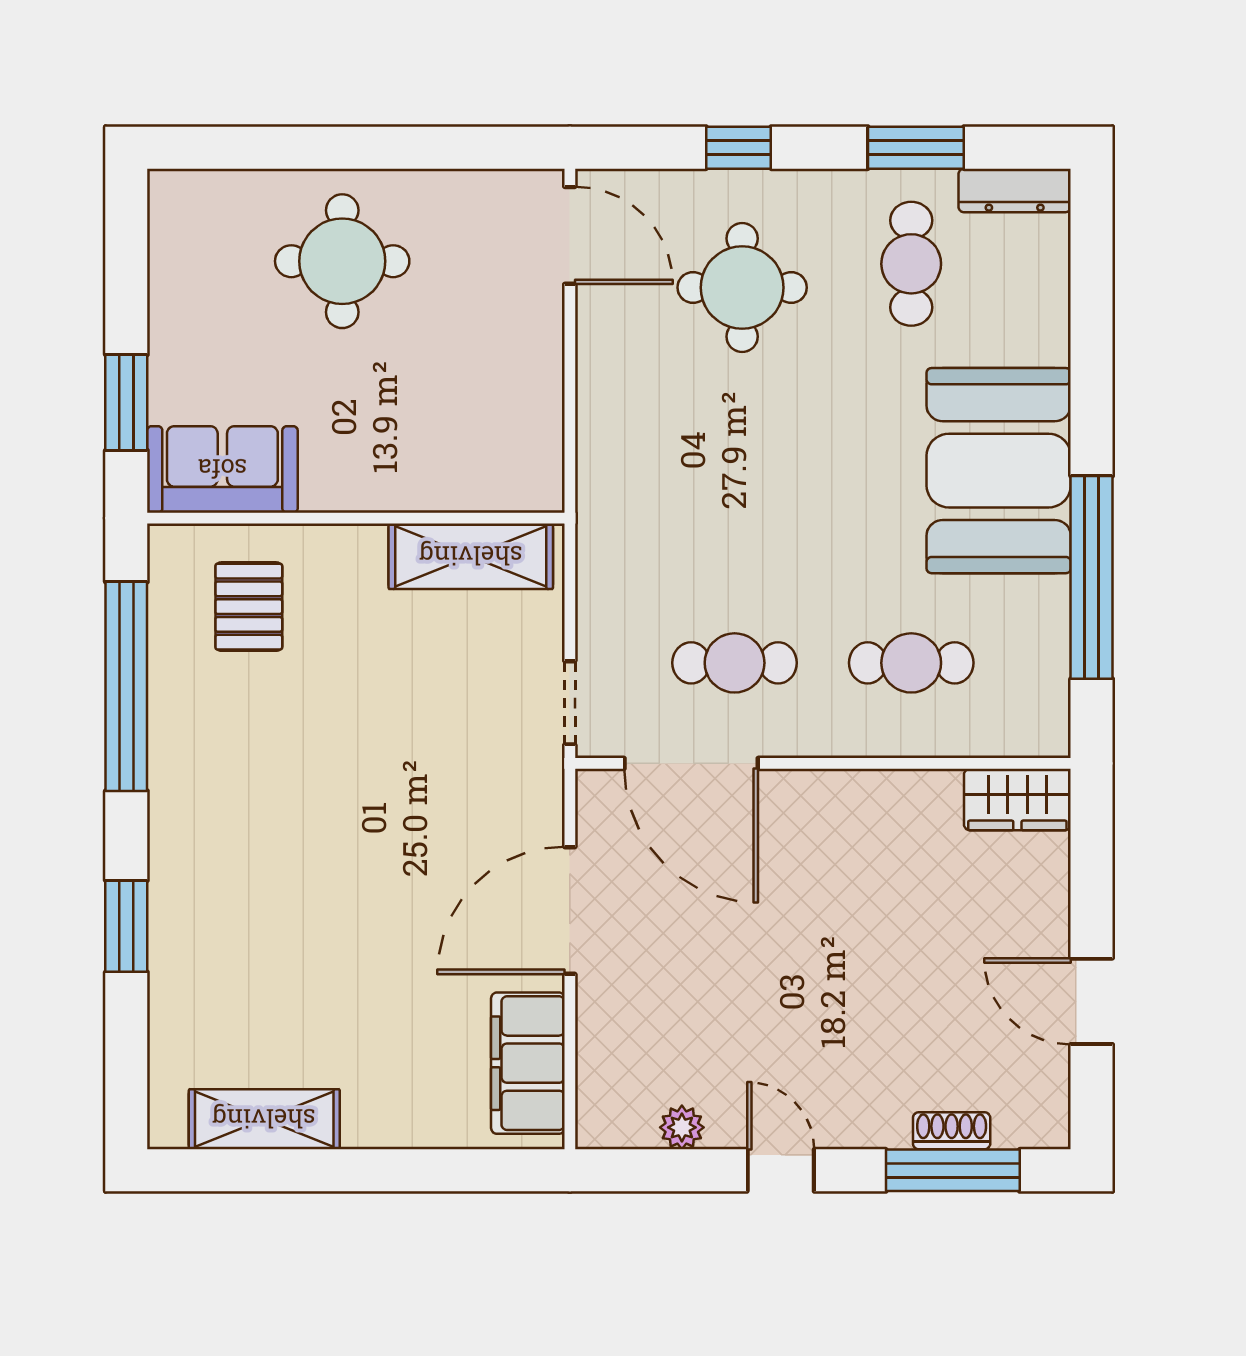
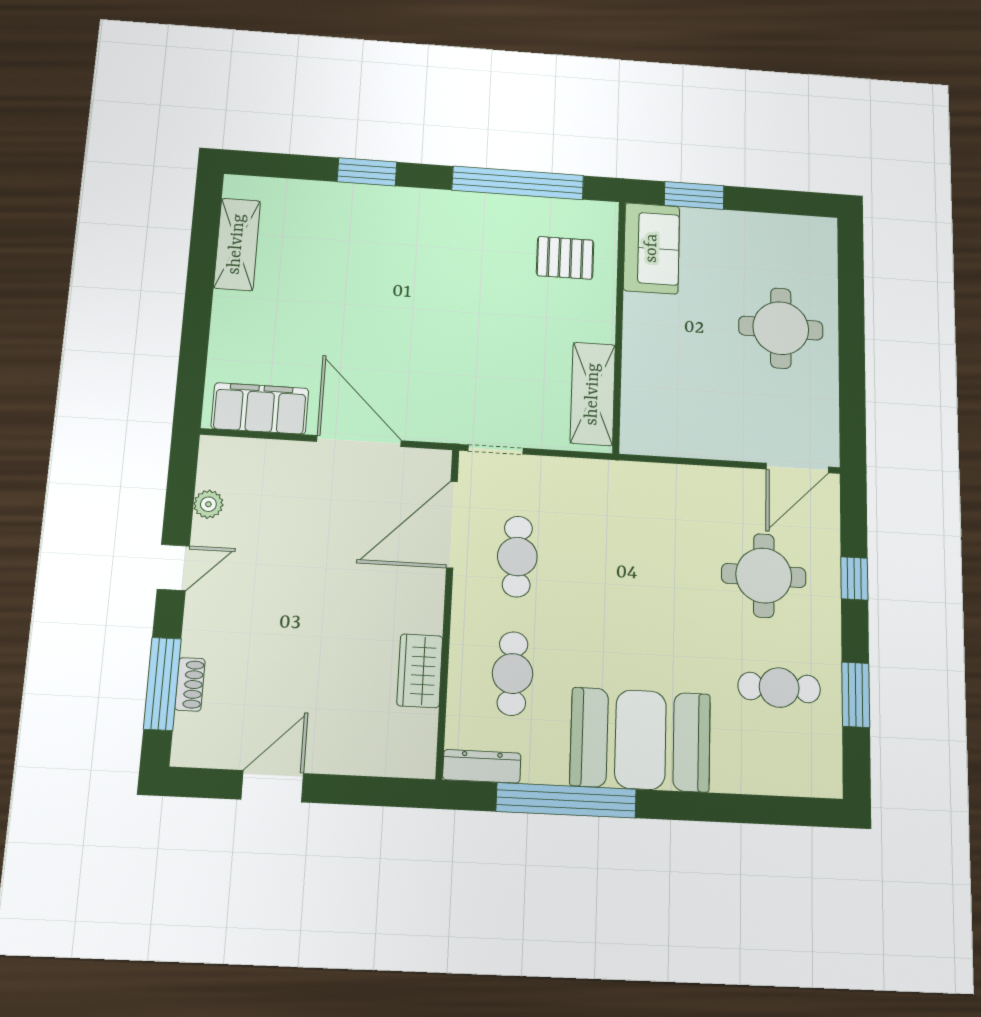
dresser: (1015, 191) -> (482, 766), moved, turned 90
wardrobe: (1017, 799) -> (420, 671), moved

